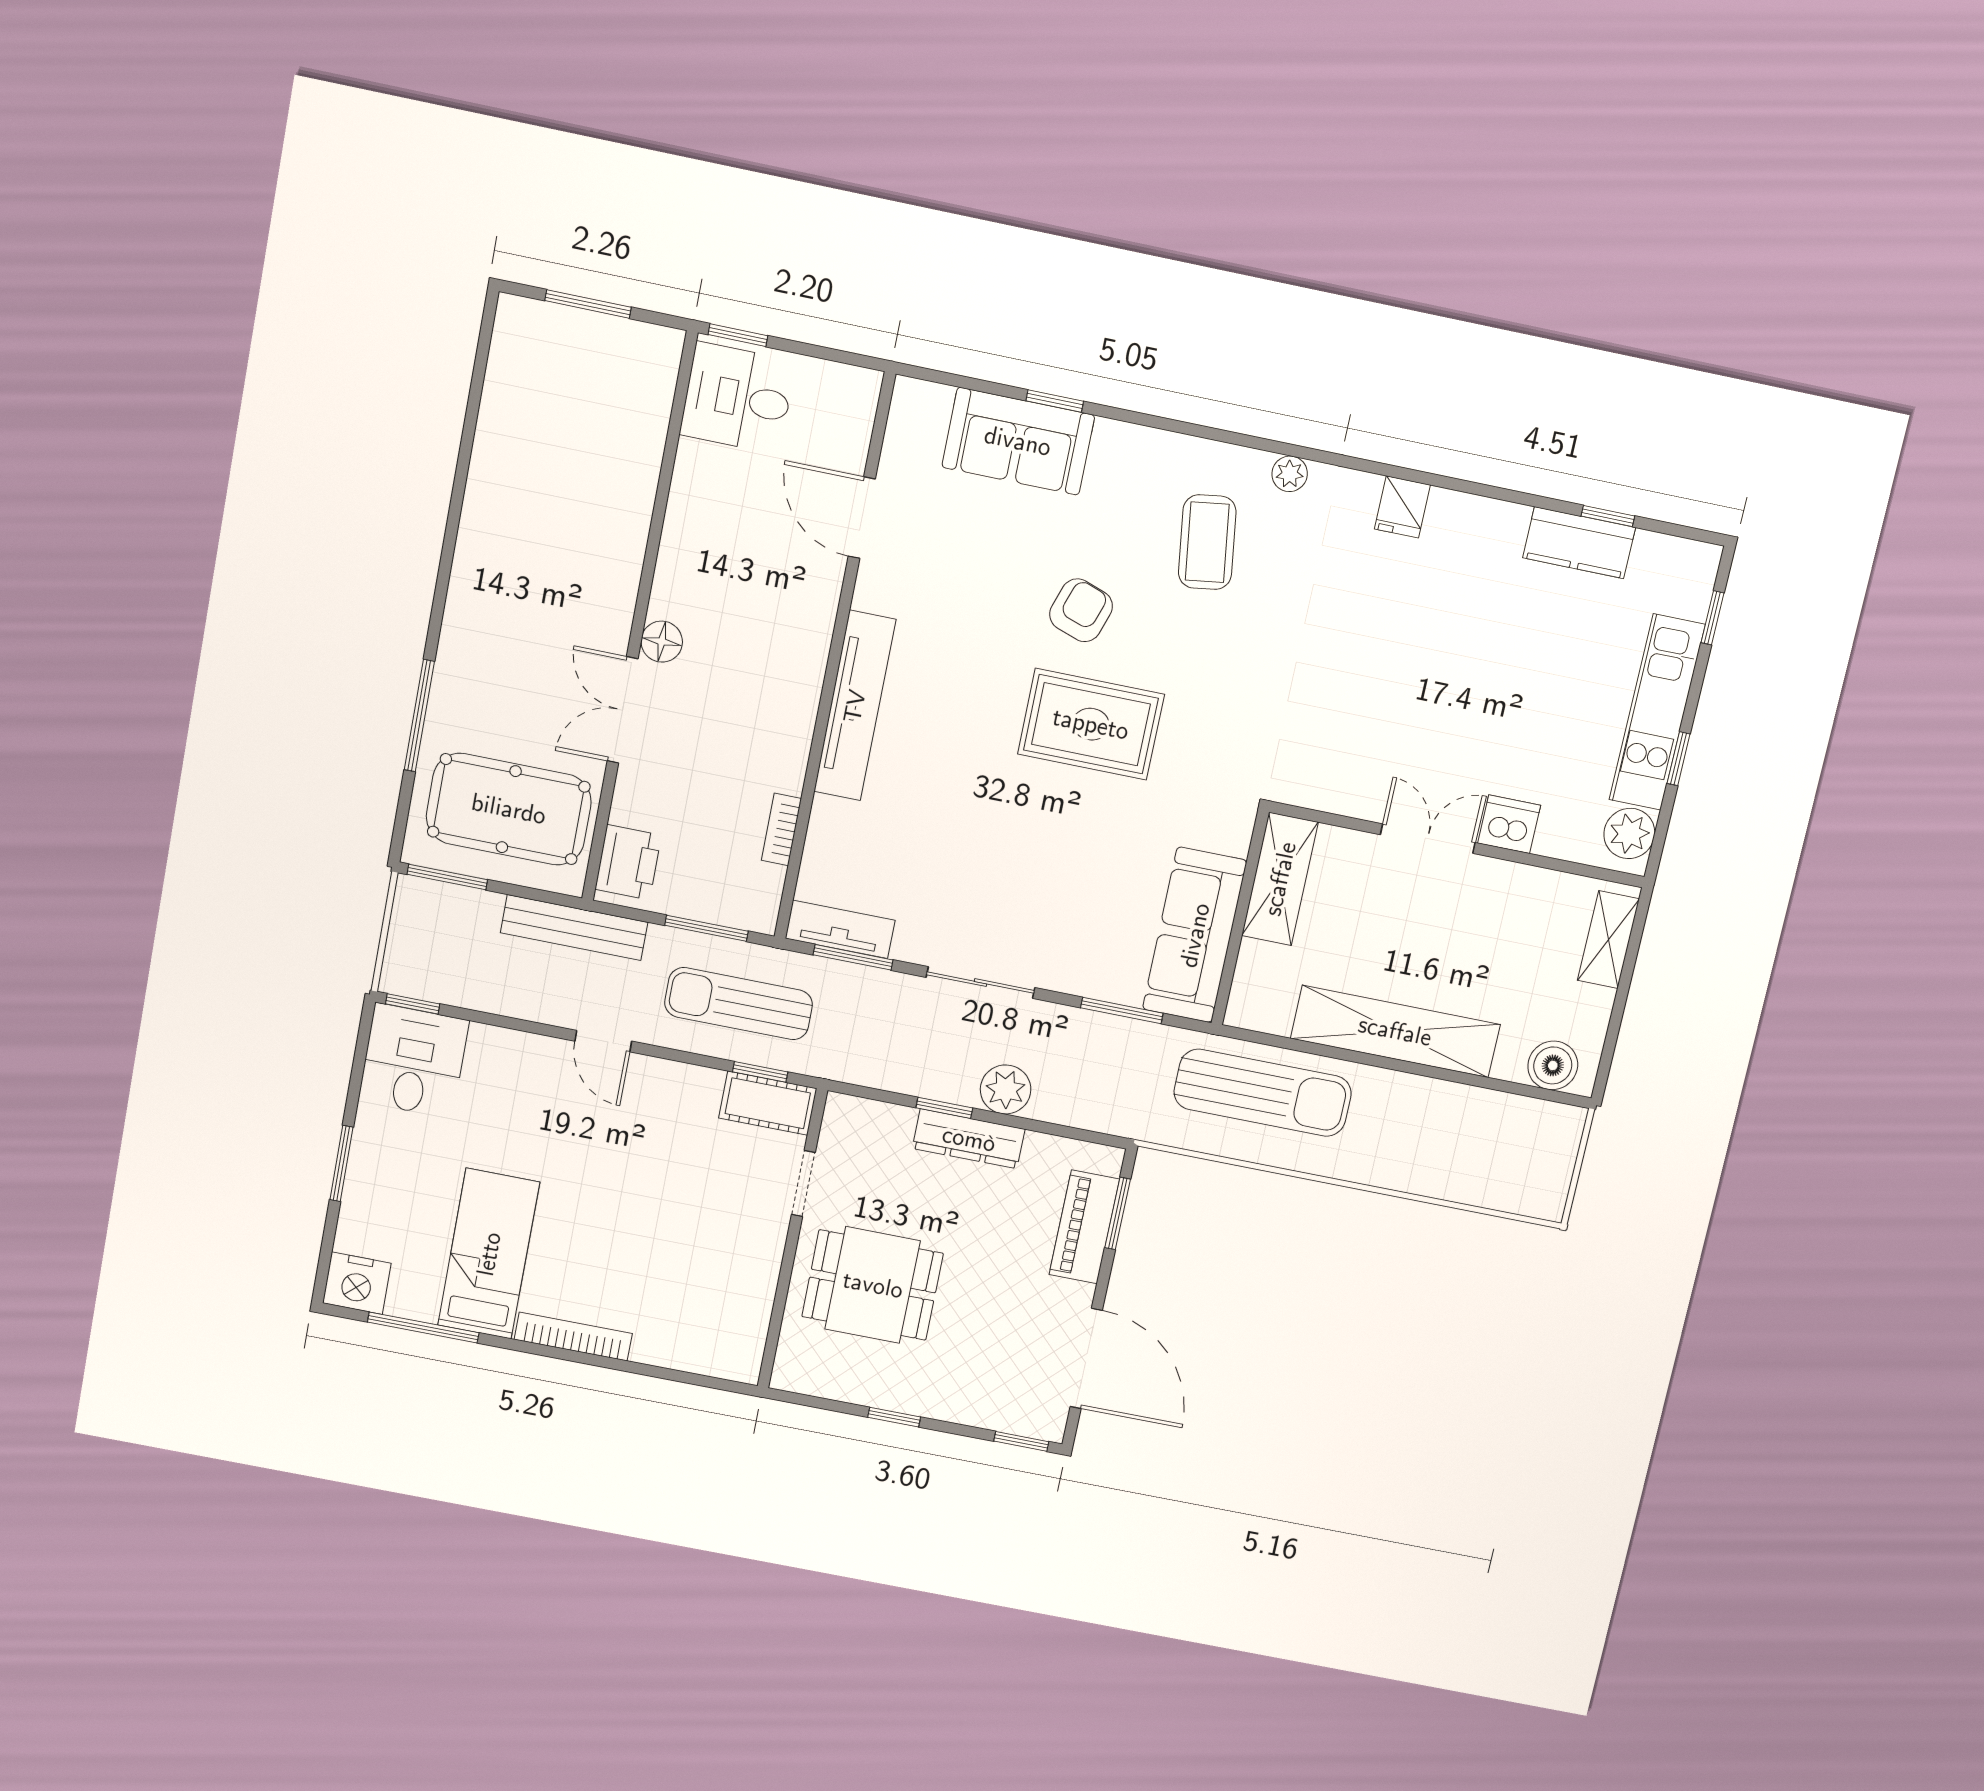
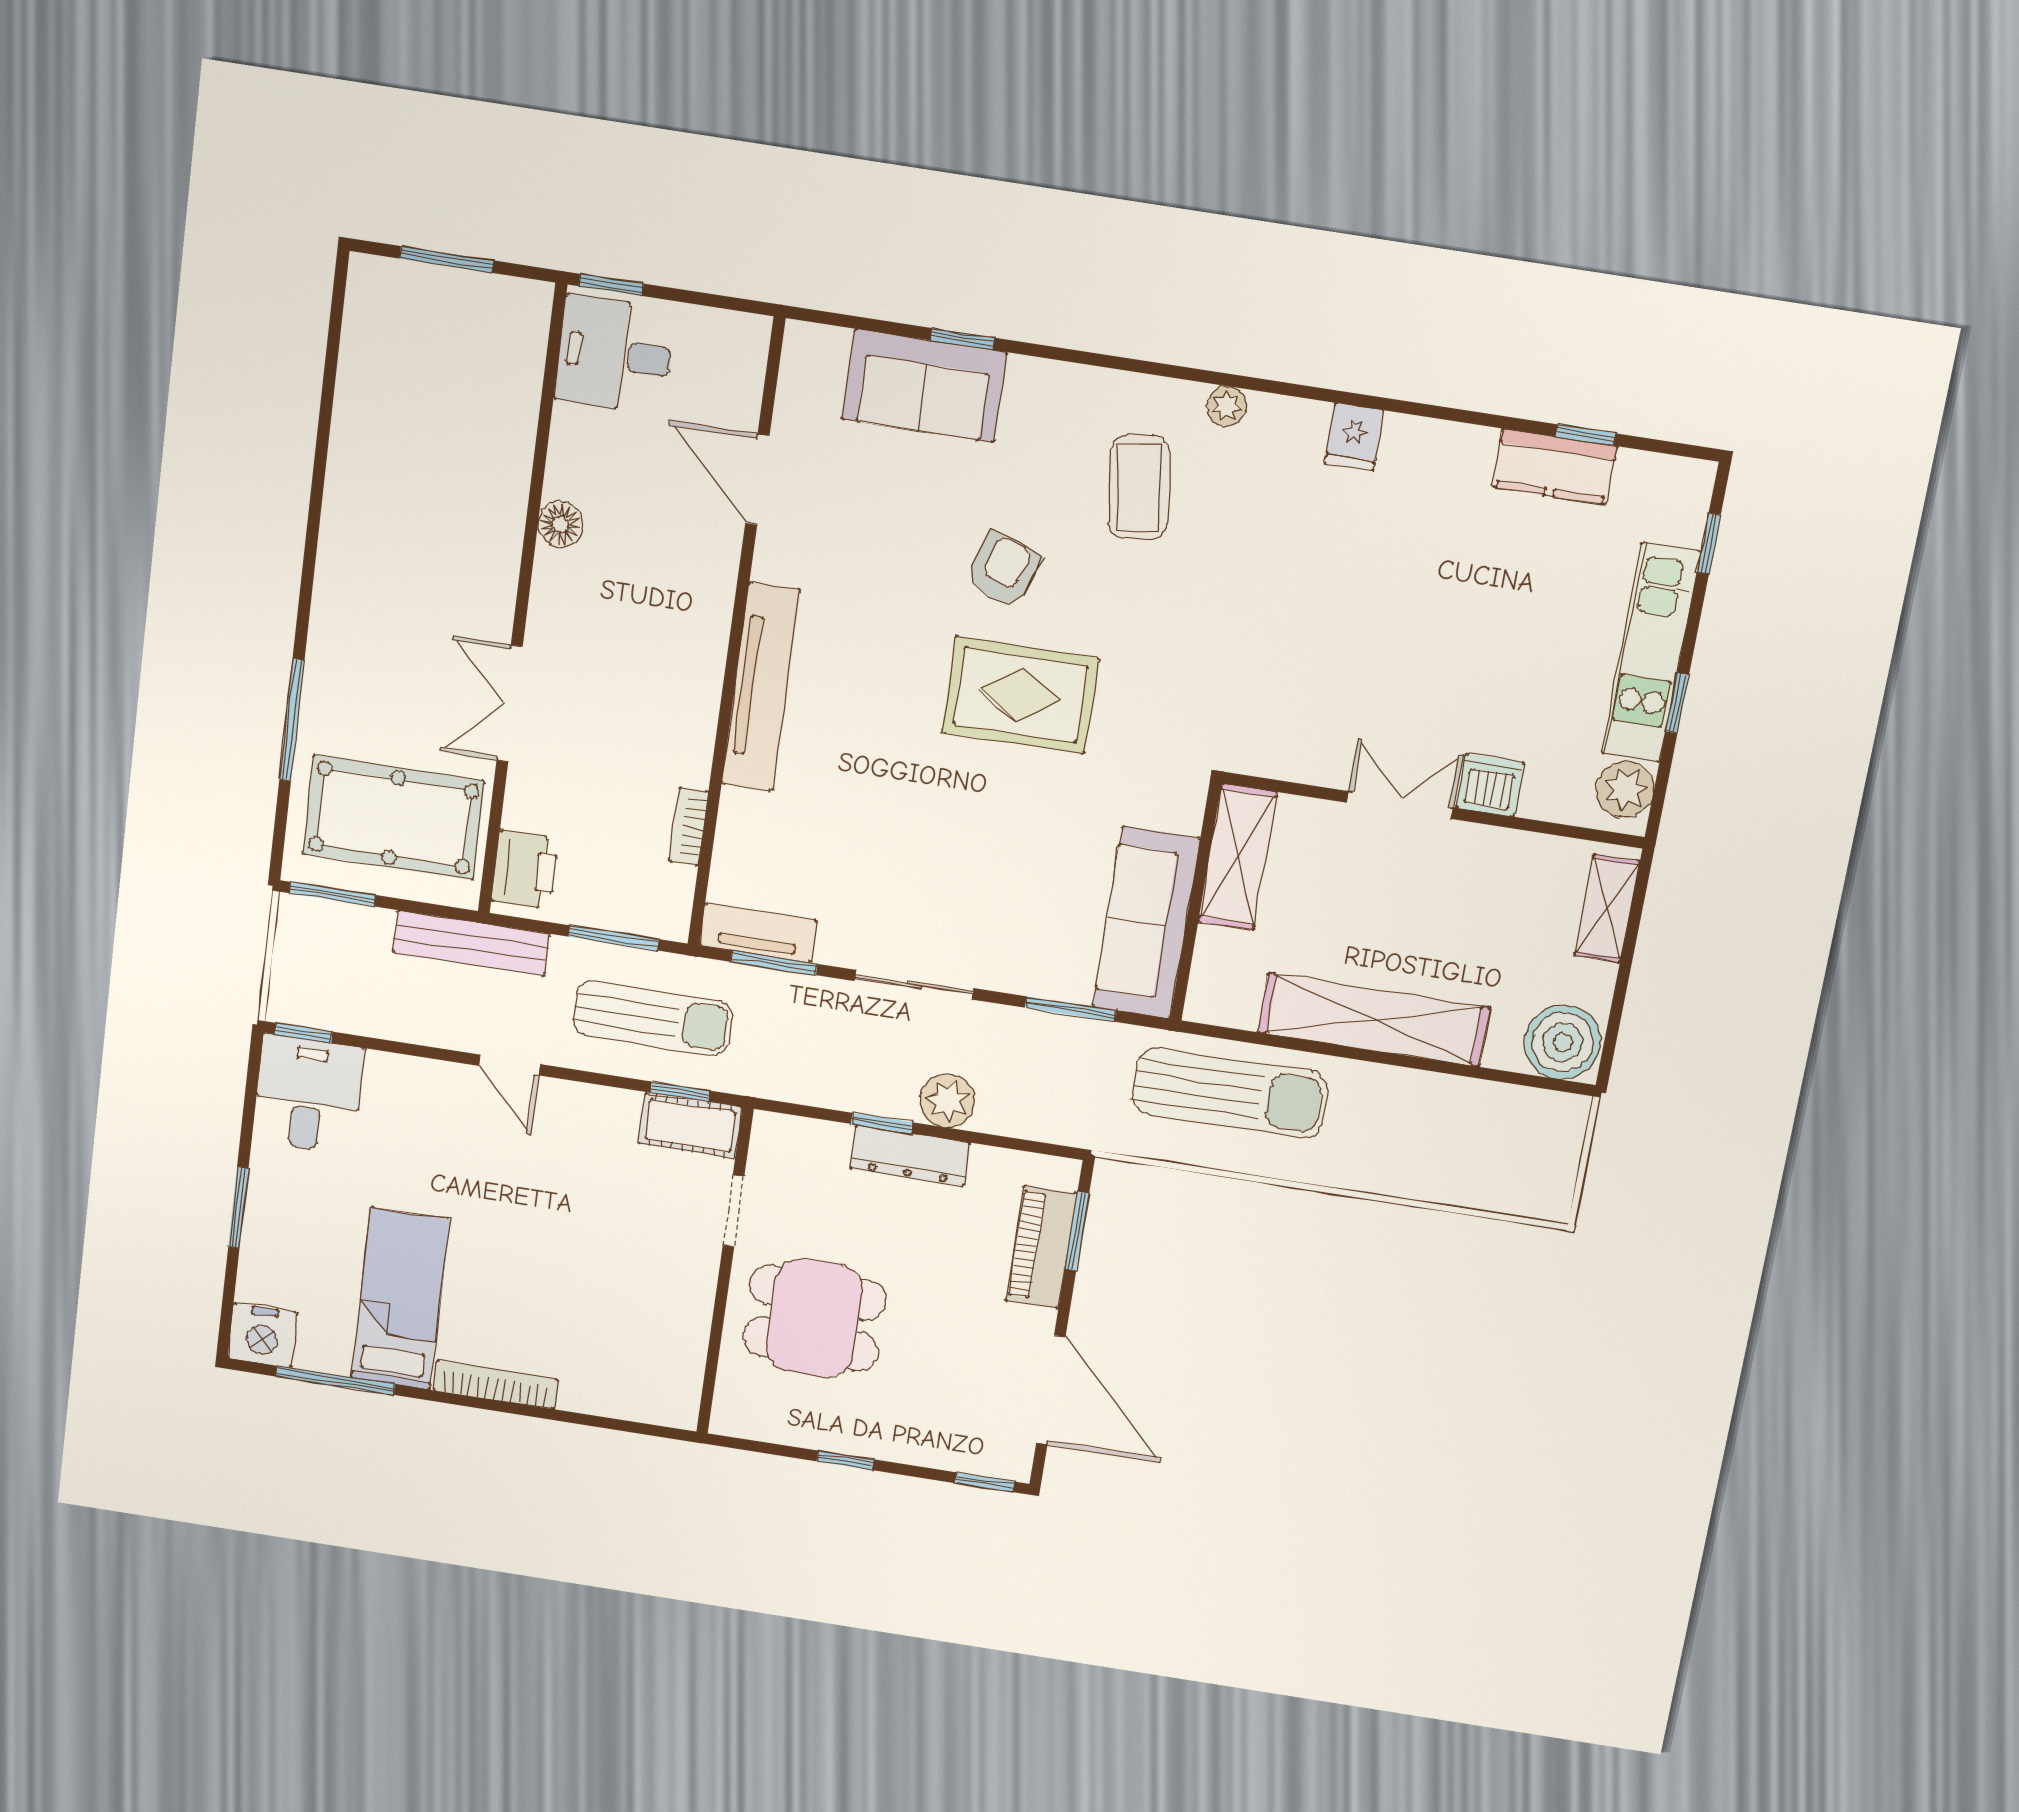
floor lamp: (662, 642) -> (560, 524), moved
sun lounger: (739, 1004) -> (653, 1018), turned 180
boiler: (1553, 1065) -> (1563, 1042), width x1.37, depth x1.37

